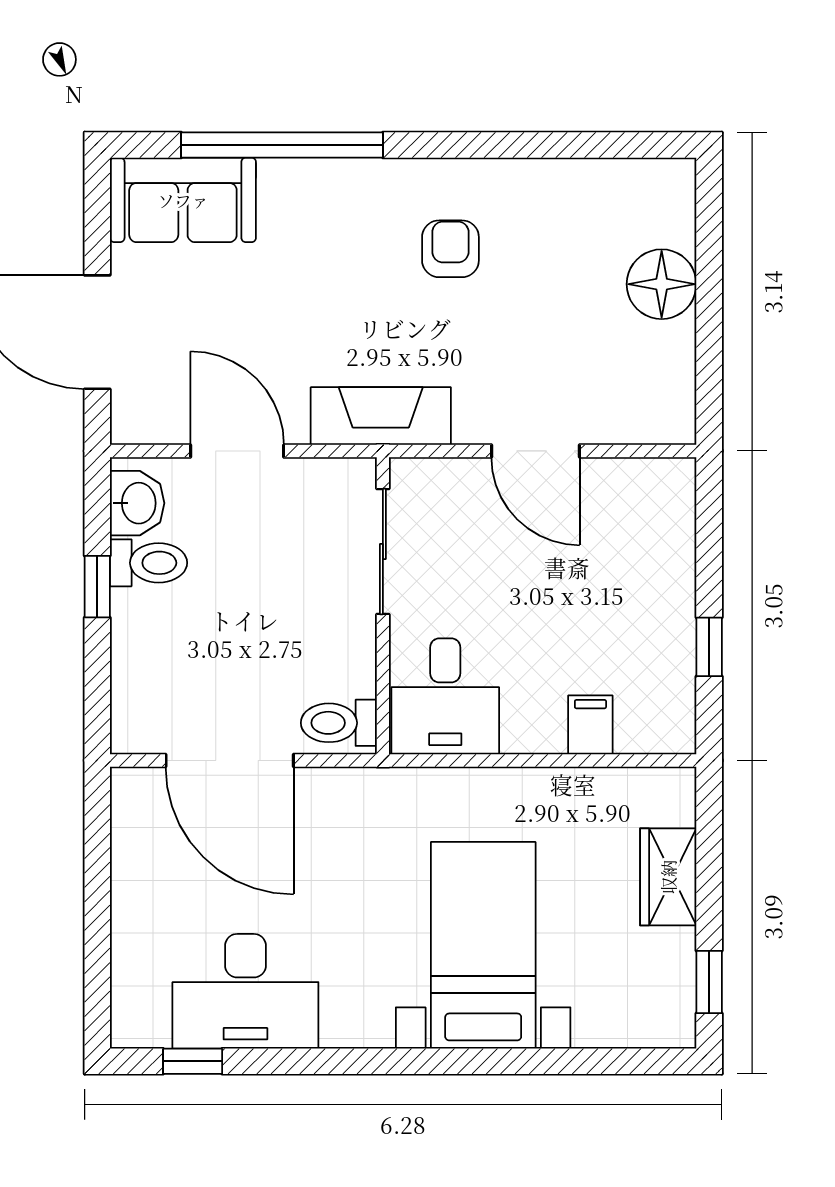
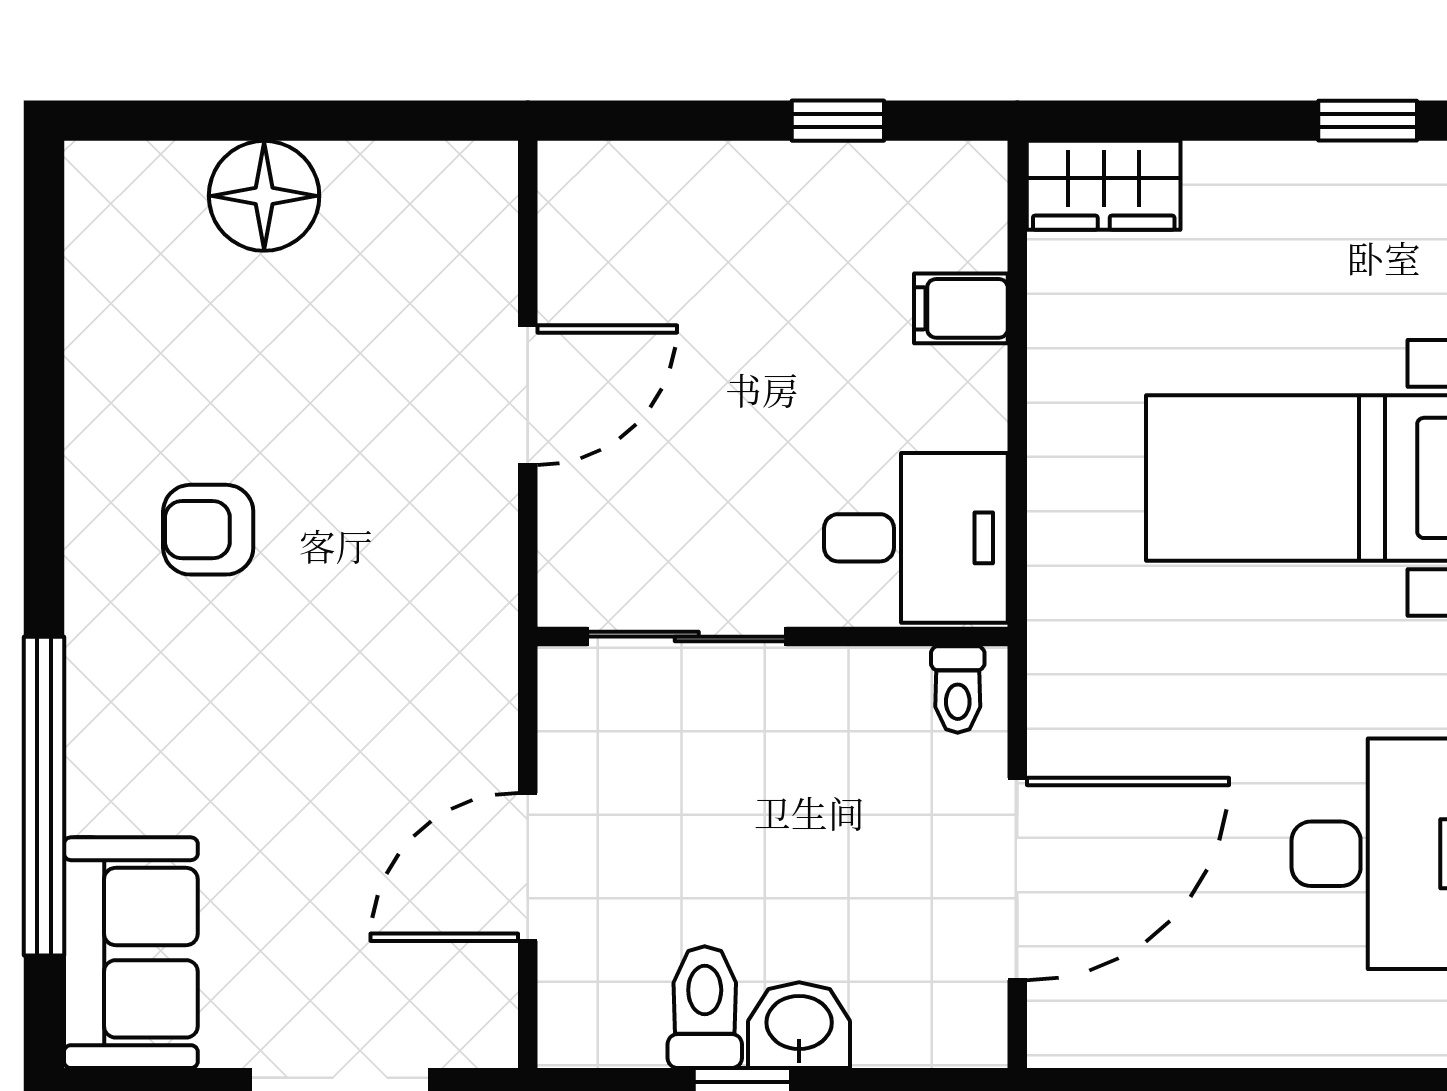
fireplace: (381, 416) -> (473, 640), removed
washbasin: (137, 503) -> (799, 1025), moved
toilet: (339, 723) -> (958, 690), width x0.73, depth x0.72
wardrobe: (668, 877) -> (1104, 185), moved

